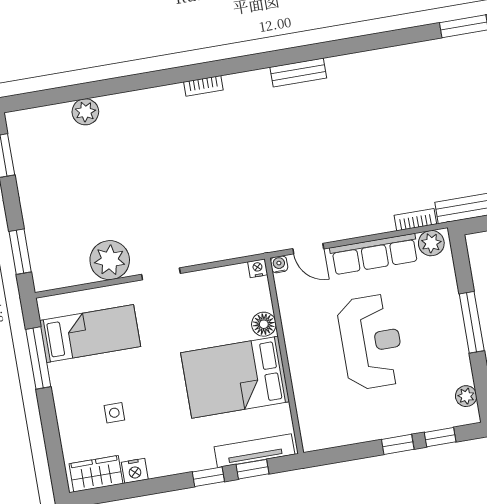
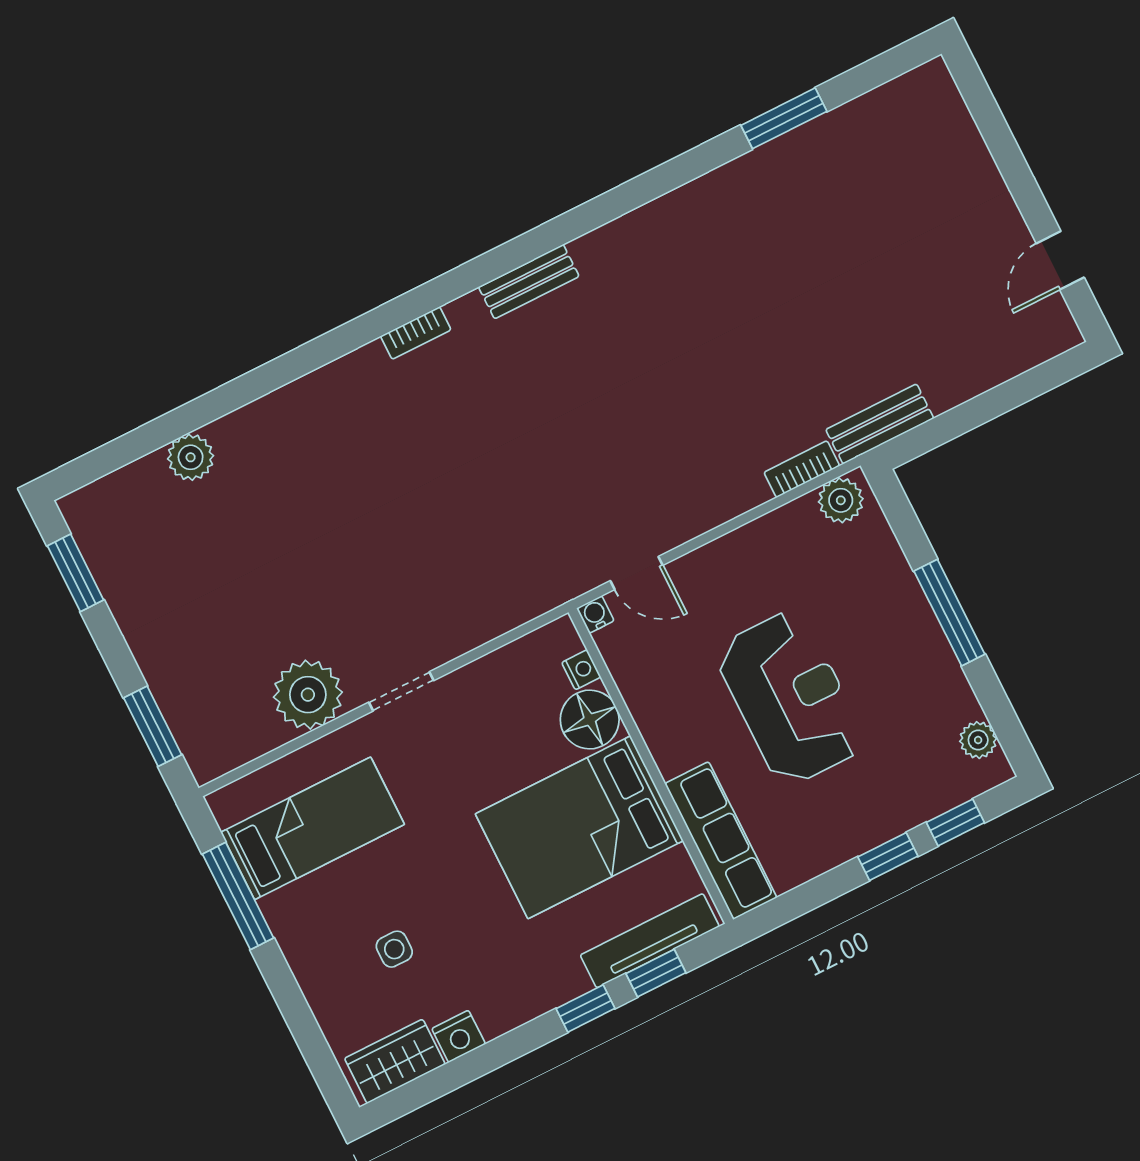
bookcase: (203, 86) -> (416, 333), moved
row of seats: (374, 254) -> (721, 841), moved, turned -90
nightstand: (258, 268) -> (581, 670), moved, turned 90
floor lamp: (264, 324) -> (590, 720), width x1.38, depth x1.38

